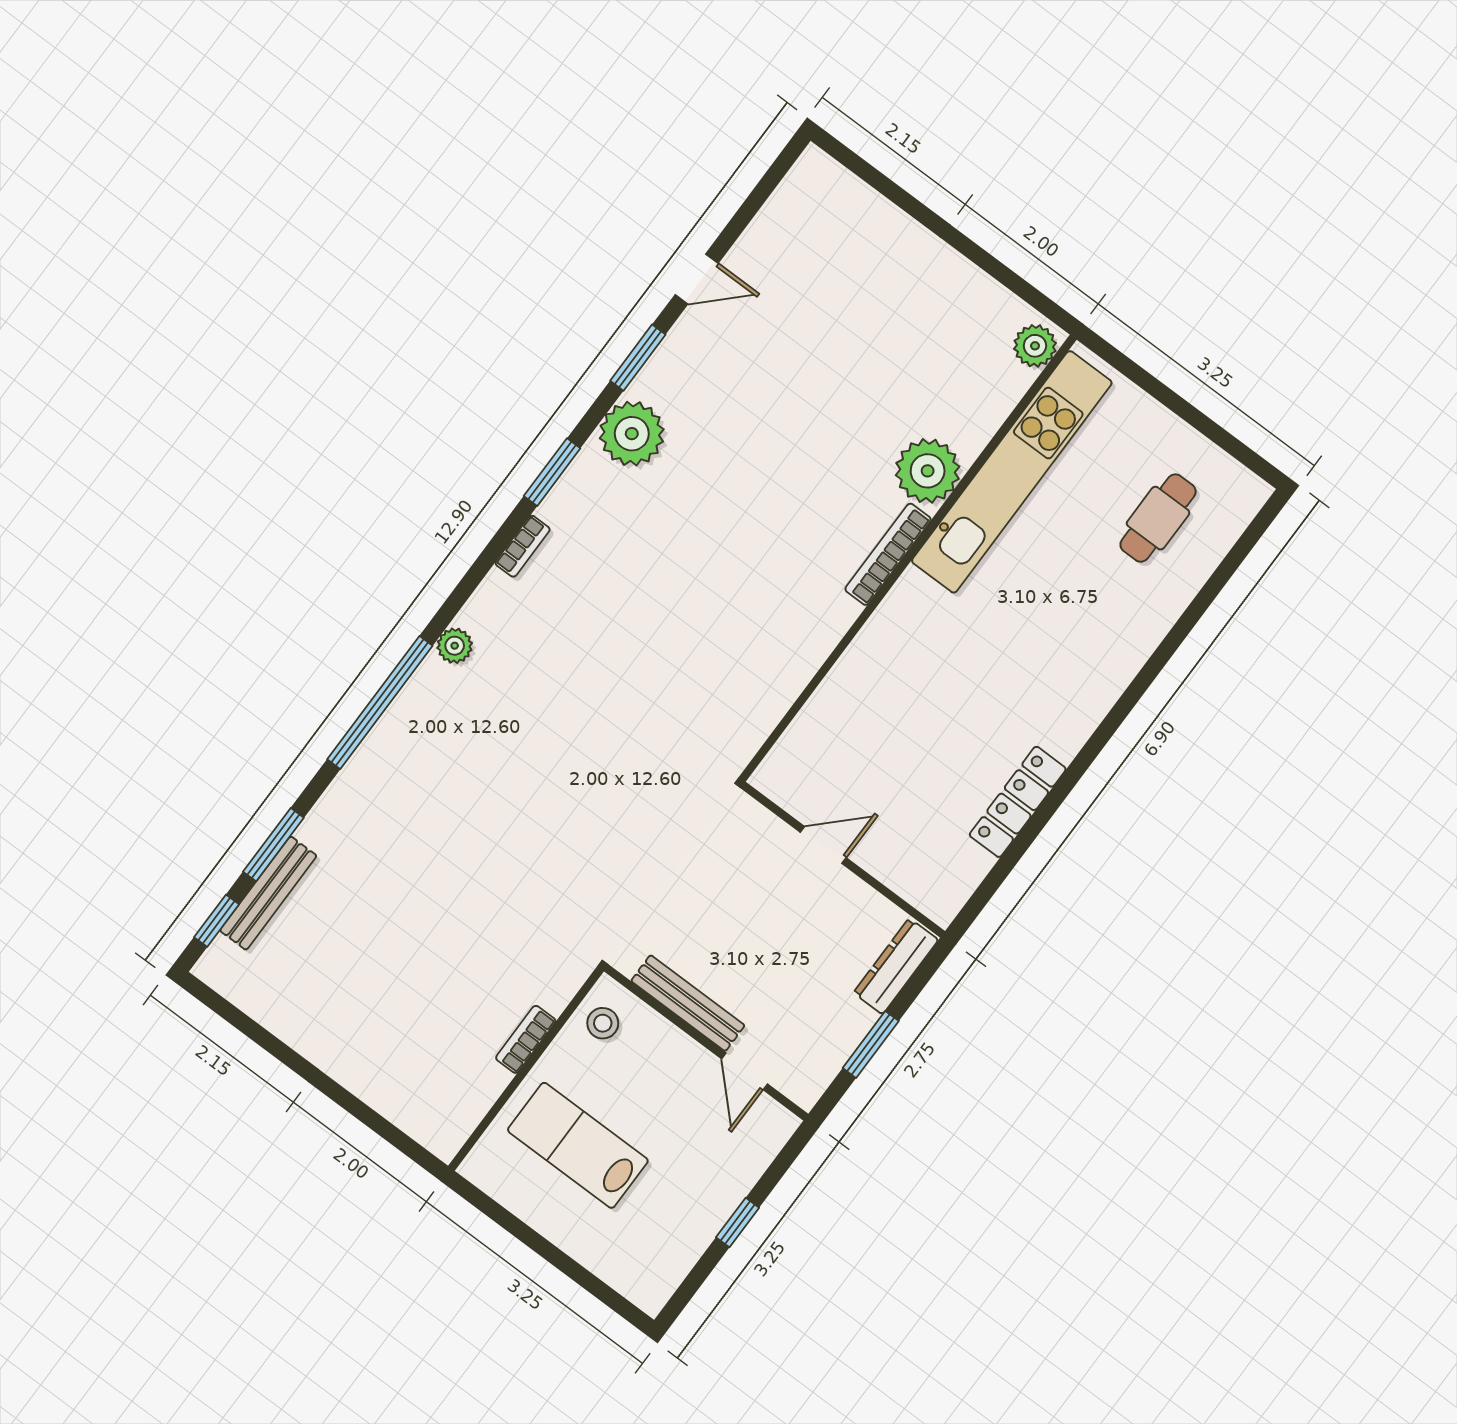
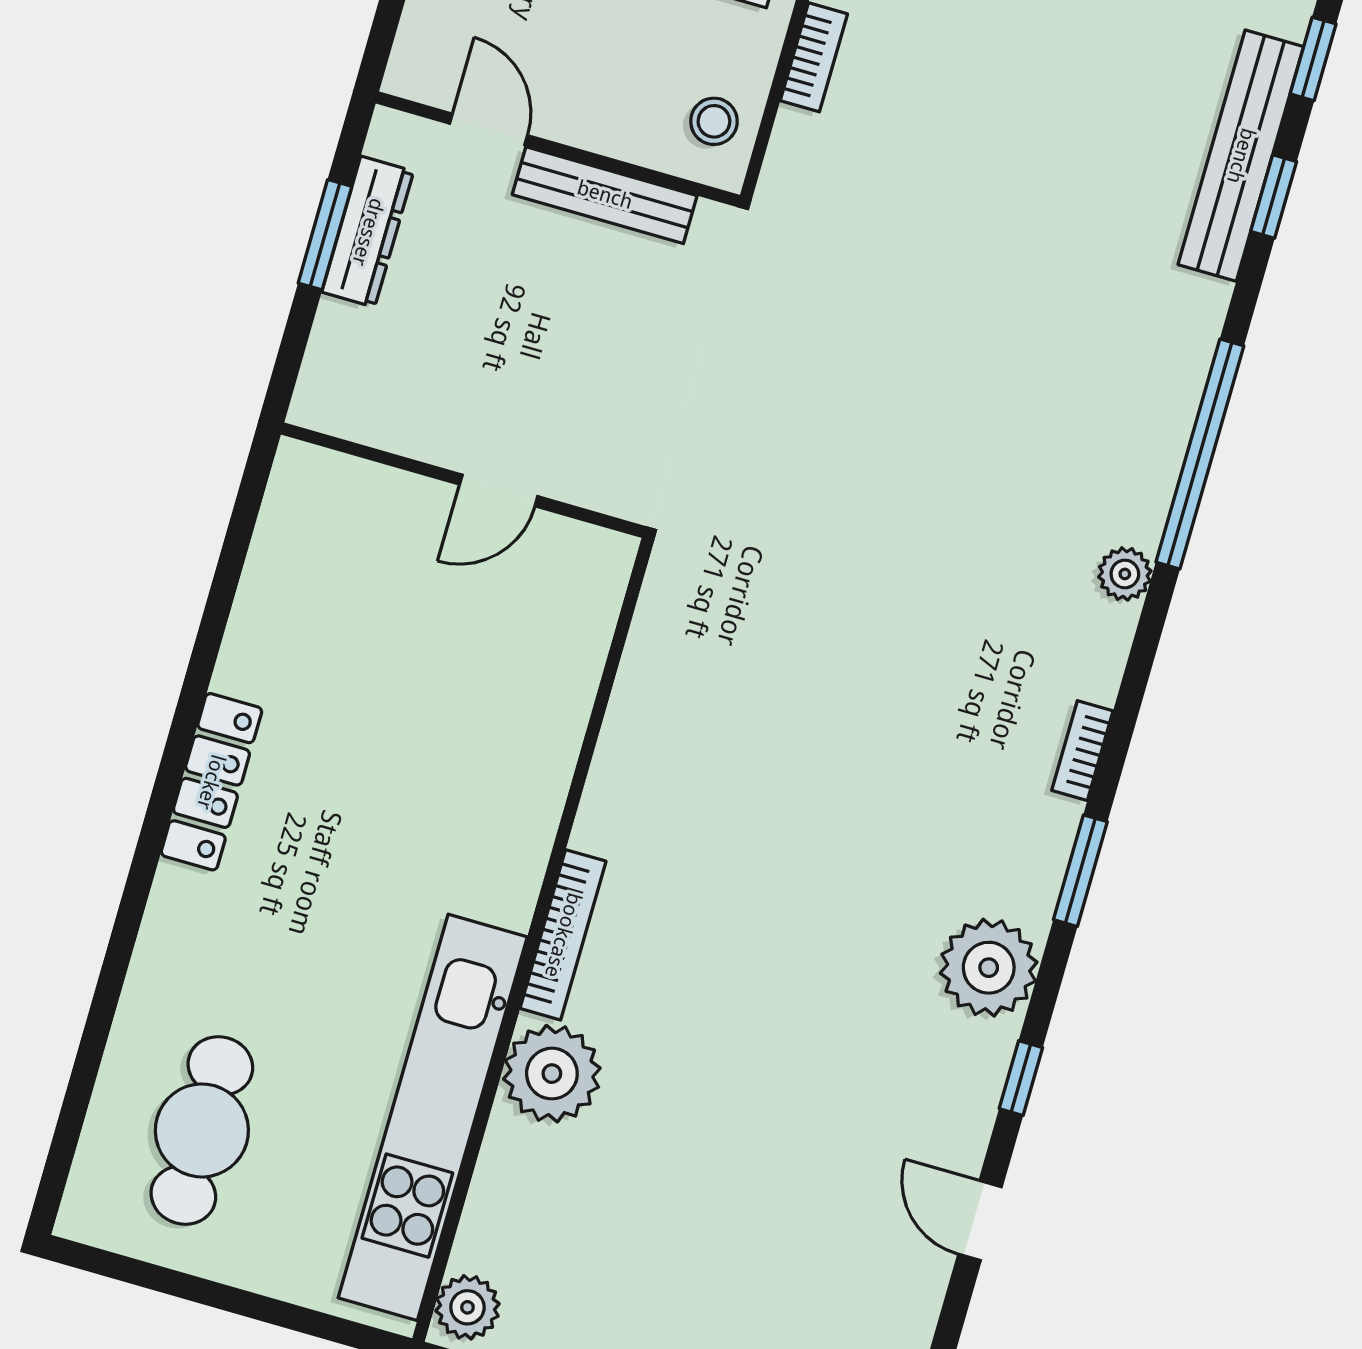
door: (697, 279) -> (980, 1221), hinge flipped
window: (638, 358) -> (1021, 1078), width x0.67
cafe table: (1158, 518) -> (202, 1130), width x1.37, depth x1.35
locker: (1018, 802) -> (211, 782), moved
window: (273, 845) -> (1274, 196), width x0.67
bench: (268, 893) -> (1241, 156), width x1.37, depth x1.21
dresser: (896, 966) -> (368, 232), moved

